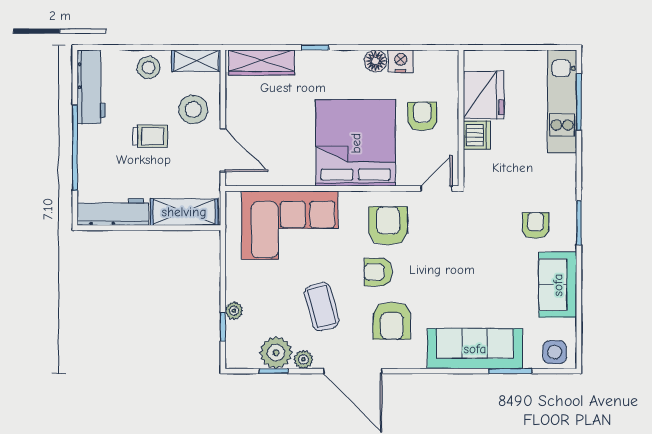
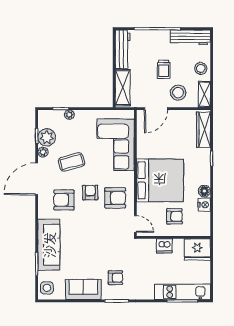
fridge: (484, 95) -> (197, 249), moved

